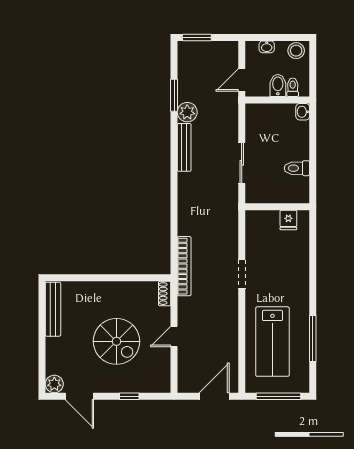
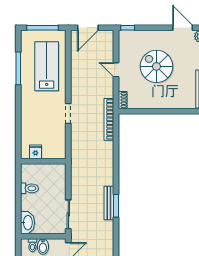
window: (174, 95) -> (116, 206), moved
plant: (187, 112) -> (107, 228), removed
washbasin: (303, 112) -> (28, 223), width x1.91, depth x1.45
sliding door: (242, 163) -> (68, 214), moved
door: (174, 337) -> (116, 70), swing flipped
window: (129, 396) -> (128, 28), moved

